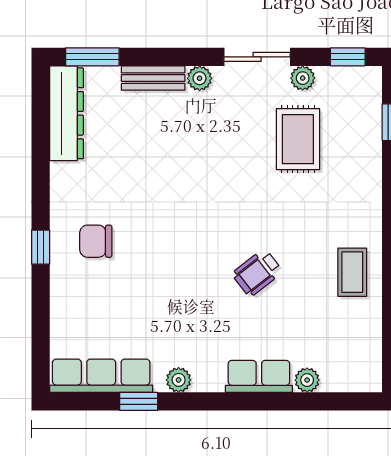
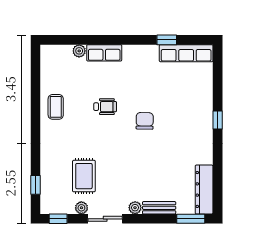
chair: (96, 241) -> (145, 121), moved, turned -89
wheelchair: (257, 273) -> (105, 107), turned 38
plant: (179, 380) -> (146, 51), removed

